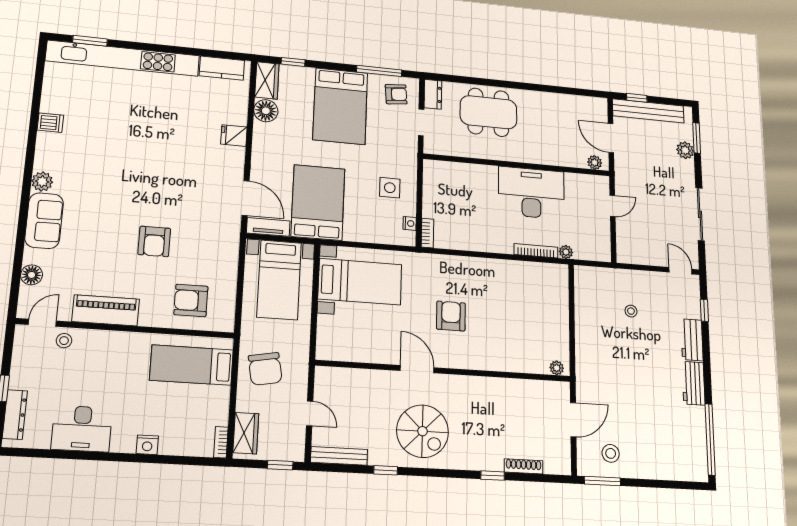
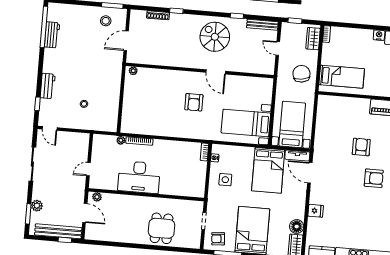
dresser: (433, 94) -> (195, 239), removed
dining table: (488, 112) -> (162, 228), width x0.73
armchair: (191, 300) -> (374, 178), moved
workbench: (694, 383) -> (52, 35), moved
nightstand: (147, 445) -> (379, 35), moved

